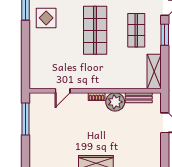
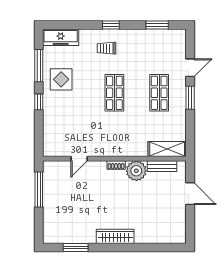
shop shelf: (95, 30) -> (114, 93), width x0.70, depth x0.74
window: (26, 38) -> (39, 102), added
shelving: (154, 71) -> (167, 149), moved, turned 90

